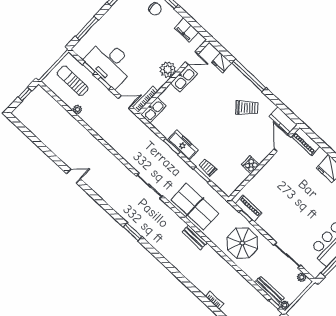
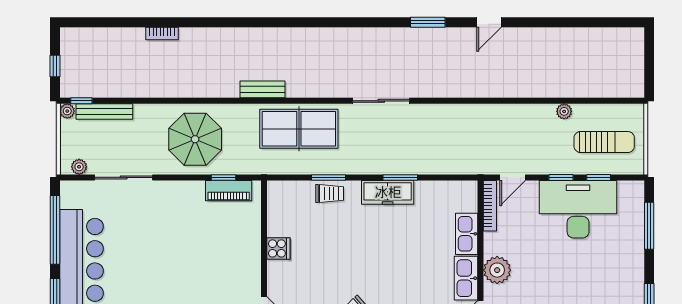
window: (25, 94) -> (649, 68), removed
kitchen sink: (154, 110) -> (467, 234), moved
window: (132, 232) -> (428, 22), moved

